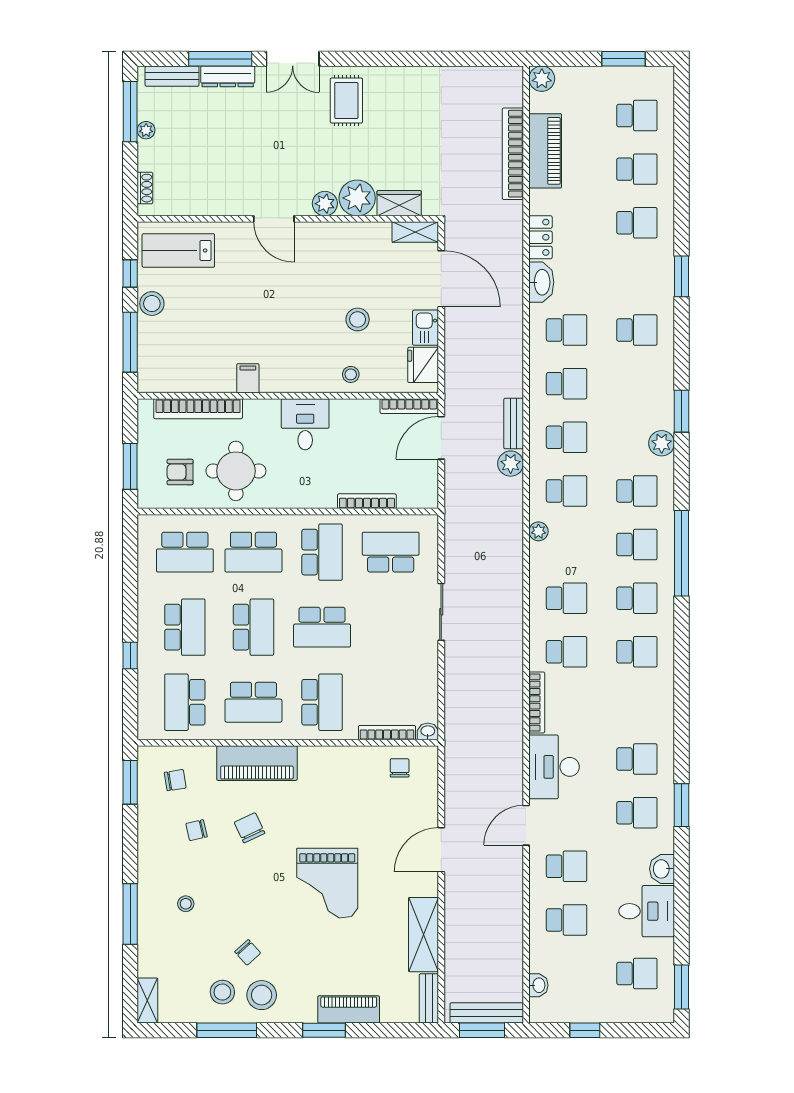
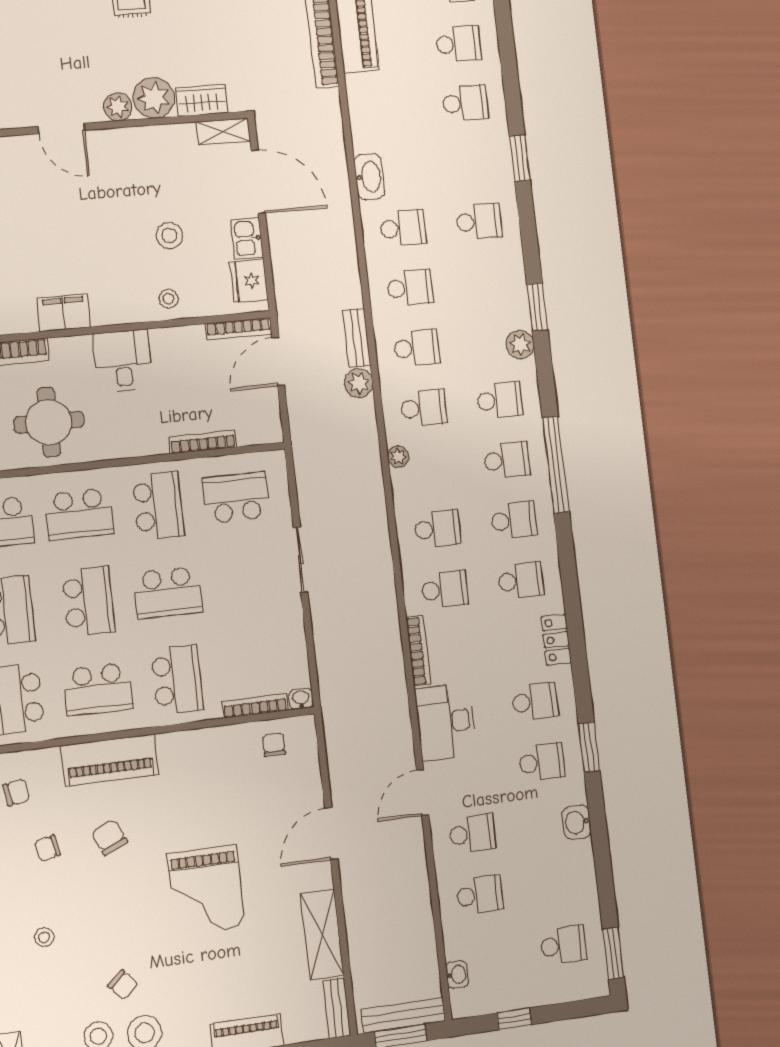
locker: (541, 237) -> (556, 640), moved, turned 180
filing cabinet: (248, 378) -> (64, 313), width x2.00
desk: (647, 911) -> (566, 873), removed

